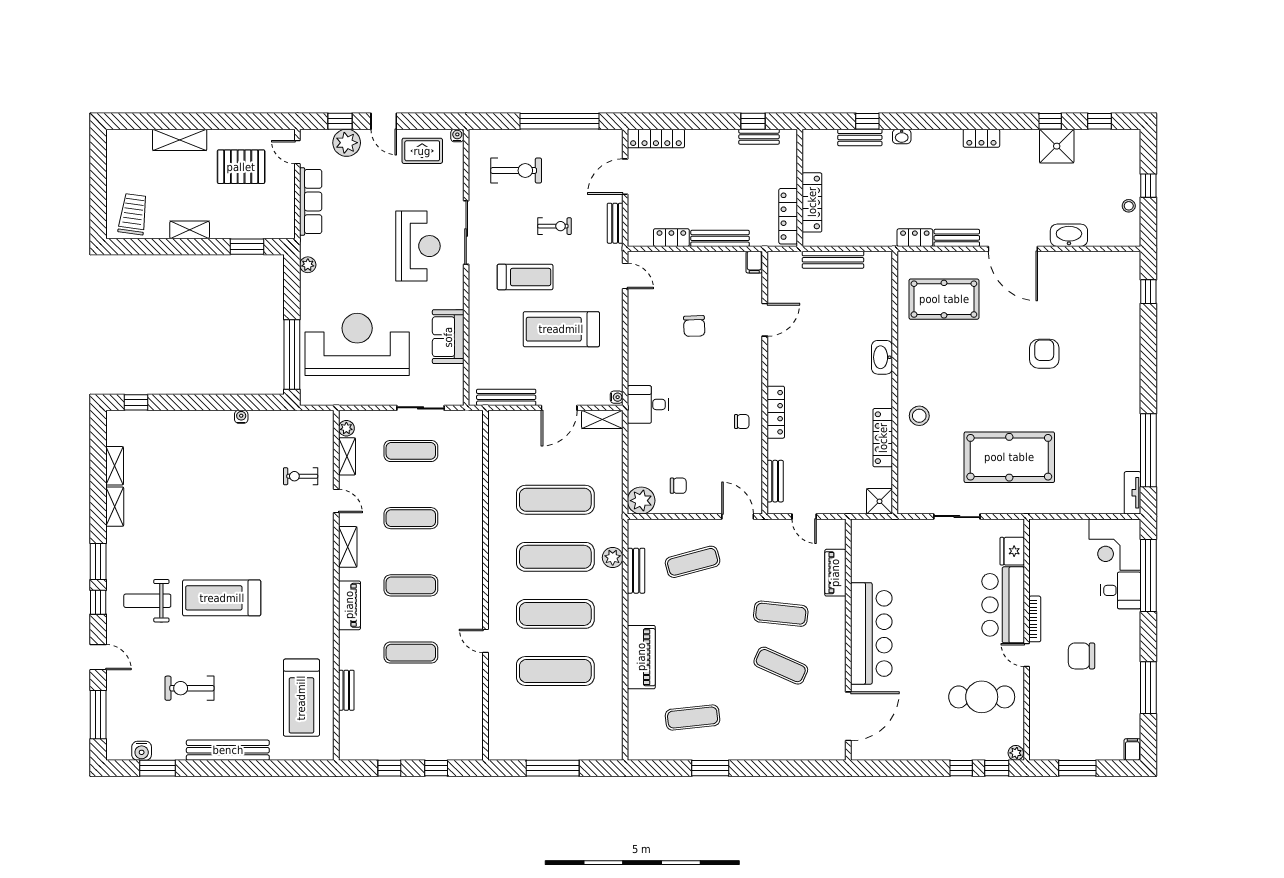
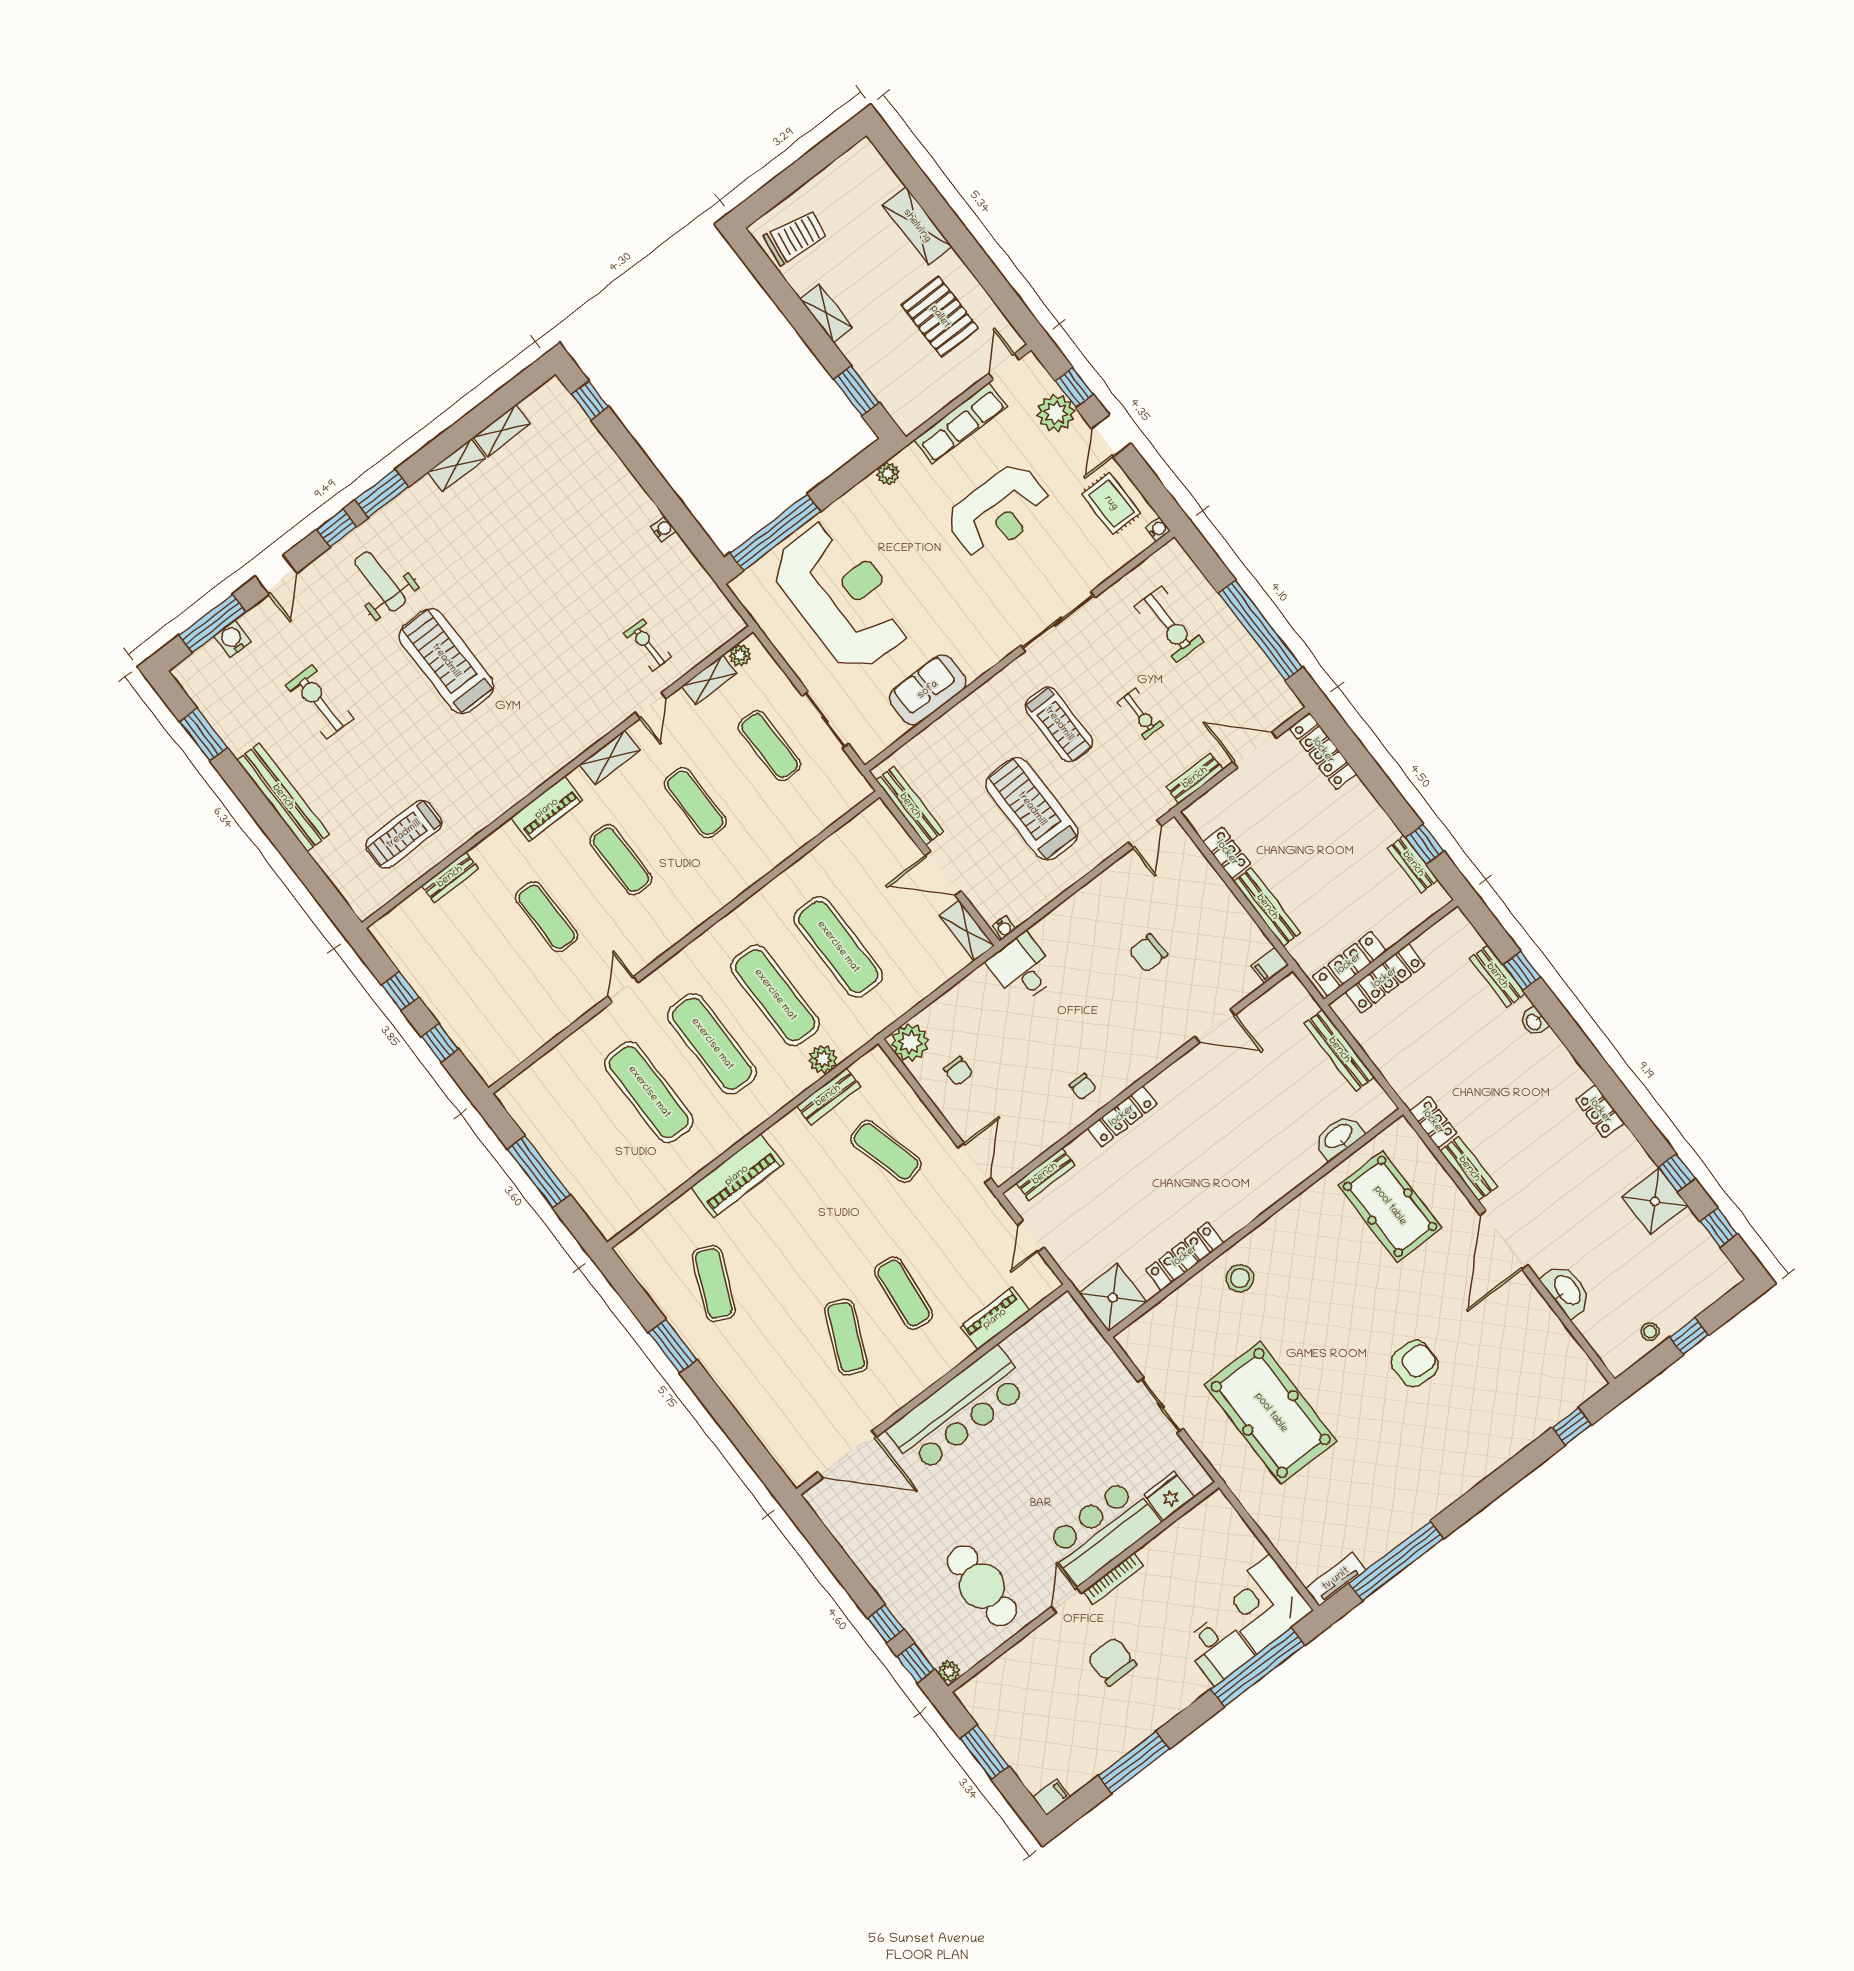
reception desk: (418, 246) -> (998, 511), moved
washbasin: (882, 357) -> (1339, 1137), moved
shower: (880, 501) -> (1113, 1298), width x1.36, depth x1.36
treadmill: (301, 698) -> (404, 834), width x0.73, depth x0.73
exercise mat: (693, 718) -> (714, 1284), turned 30
water cooler: (142, 751) -> (232, 639), moved, turned 90

